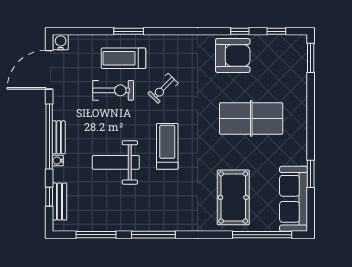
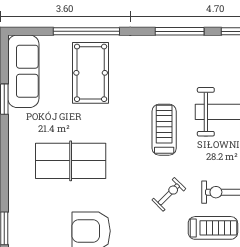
treadmill: (167, 146) -> (164, 130), turned 180
window: (262, 235) -> (86, 31), moved

